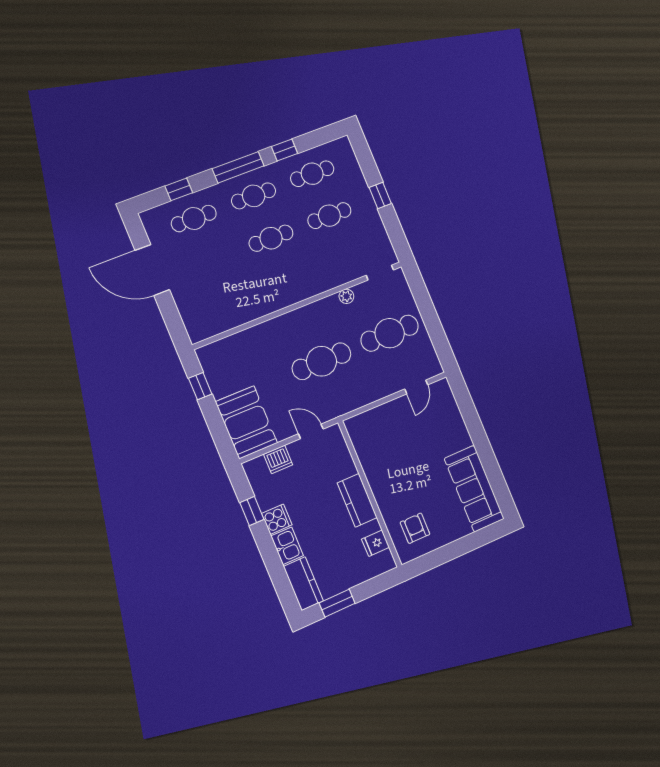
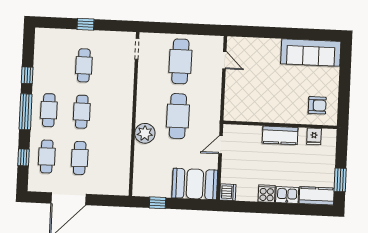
cafe table: (312, 174) -> (80, 158), moved
plant: (346, 296) -> (145, 133), moved, width x1.87, depth x1.87
dishwasher: (278, 460) -> (228, 192), moved
window: (252, 511) -> (254, 207), removed
armchair: (415, 528) -> (317, 105), turned 180

